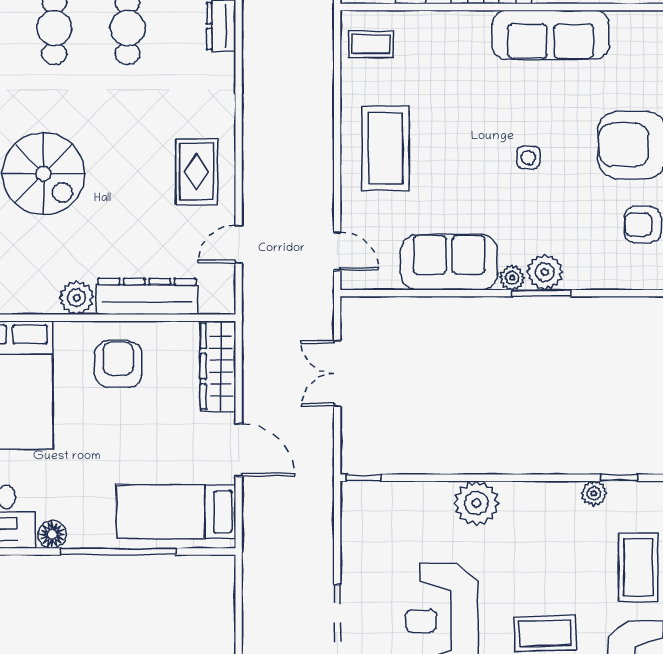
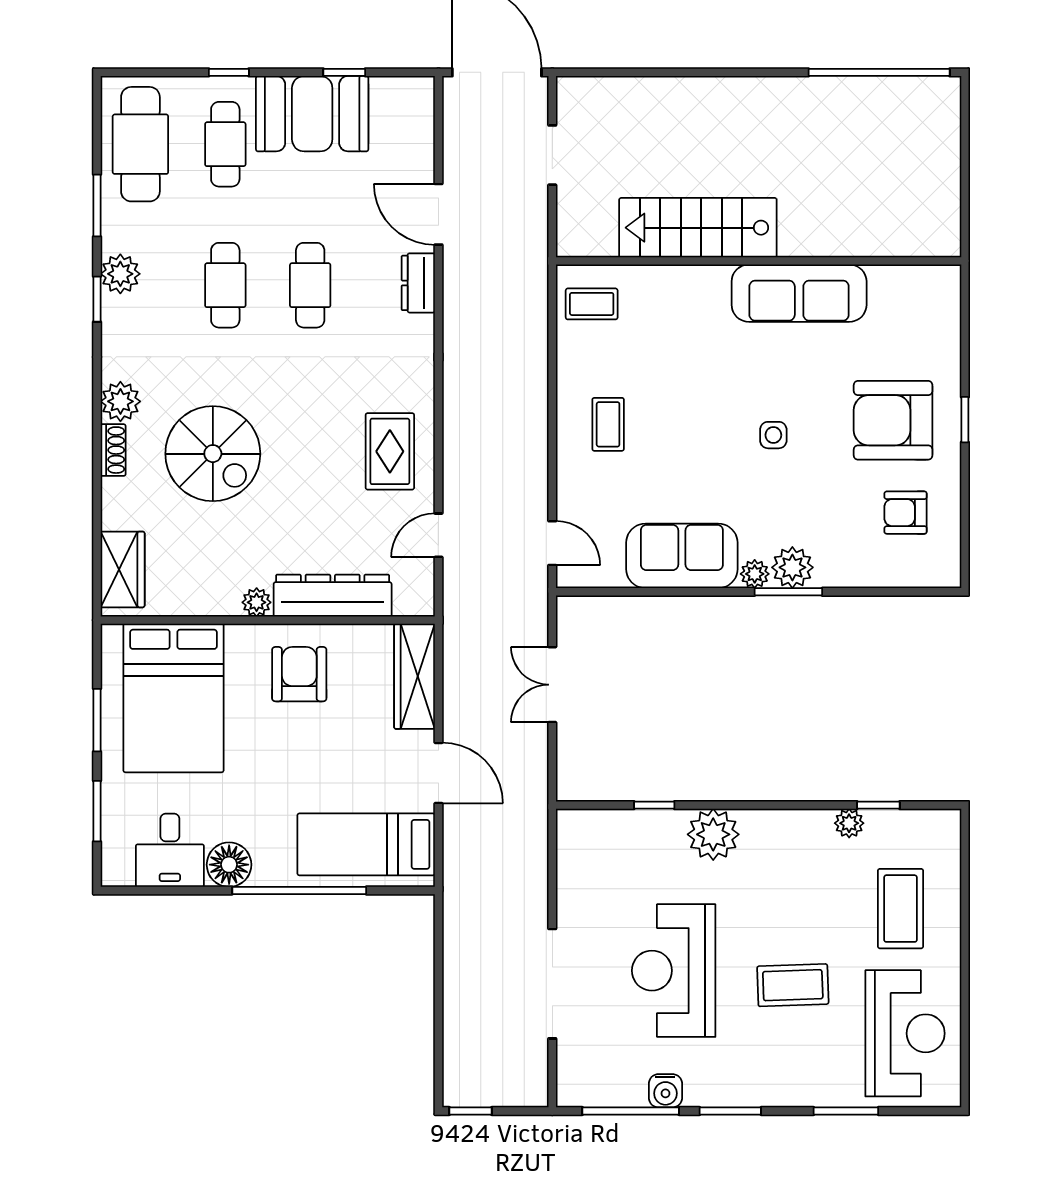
coffee table: (385, 148) -> (608, 424), width x0.54, depth x0.58
plant: (77, 298) -> (257, 602), width x0.73, depth x0.73
window: (364, 478) -> (654, 805), moved
floor lamp: (52, 534) -> (229, 865), width x1.38, depth x1.38

